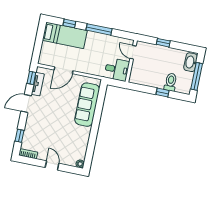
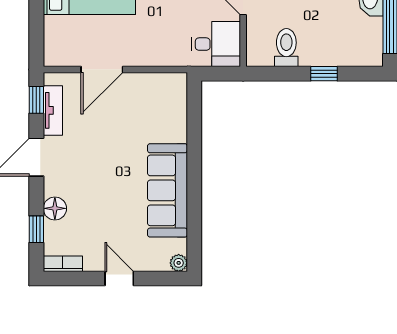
toilet: (171, 82) -> (286, 48), moved
sofa: (87, 105) -> (167, 190), moved
floor lamp: (30, 128) -> (55, 208), added

